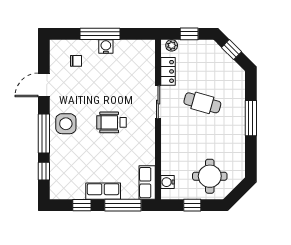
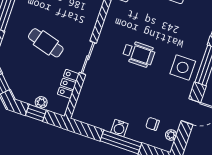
plant: (172, 45) -> (41, 102), moved
plant: (55, 57) -> (171, 135), added

